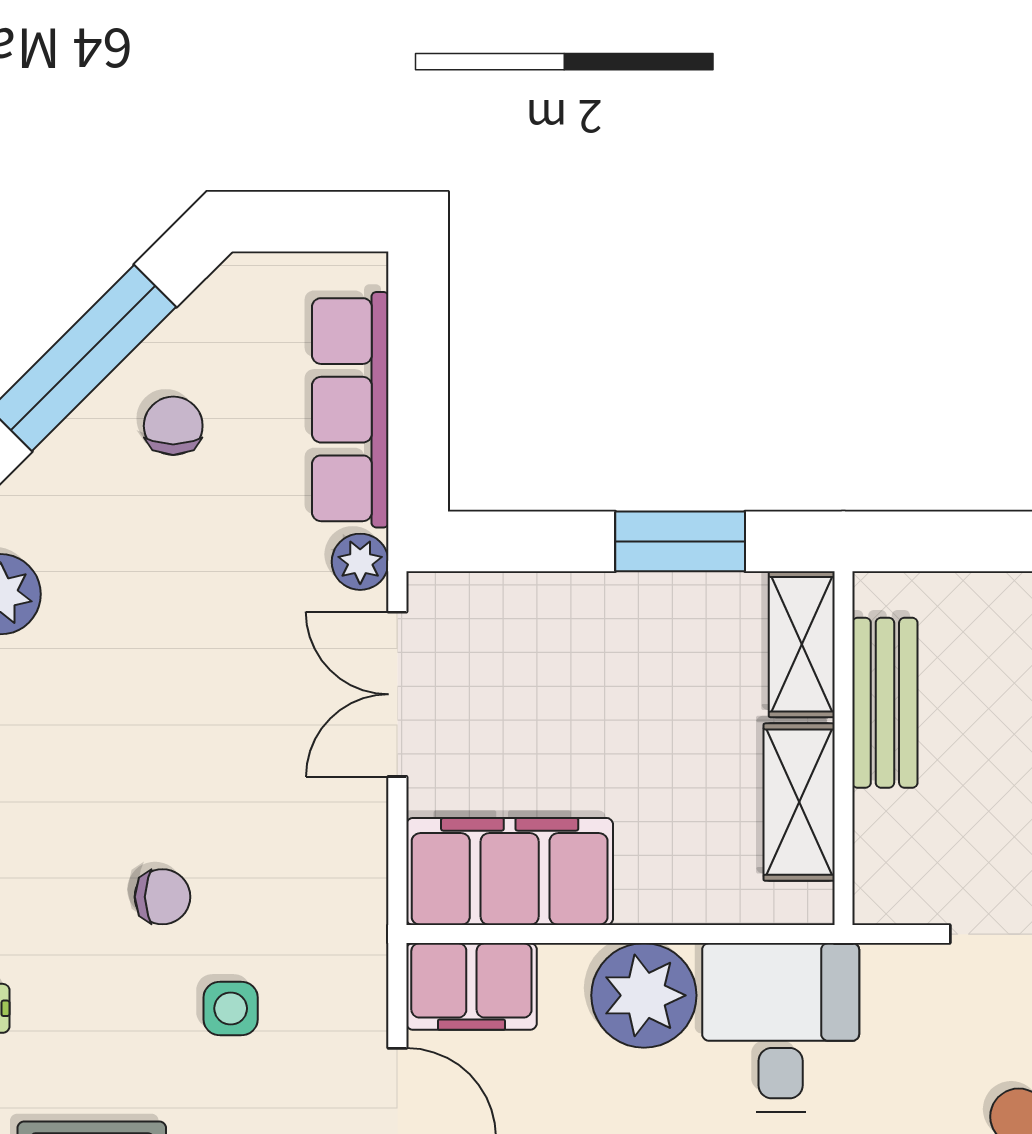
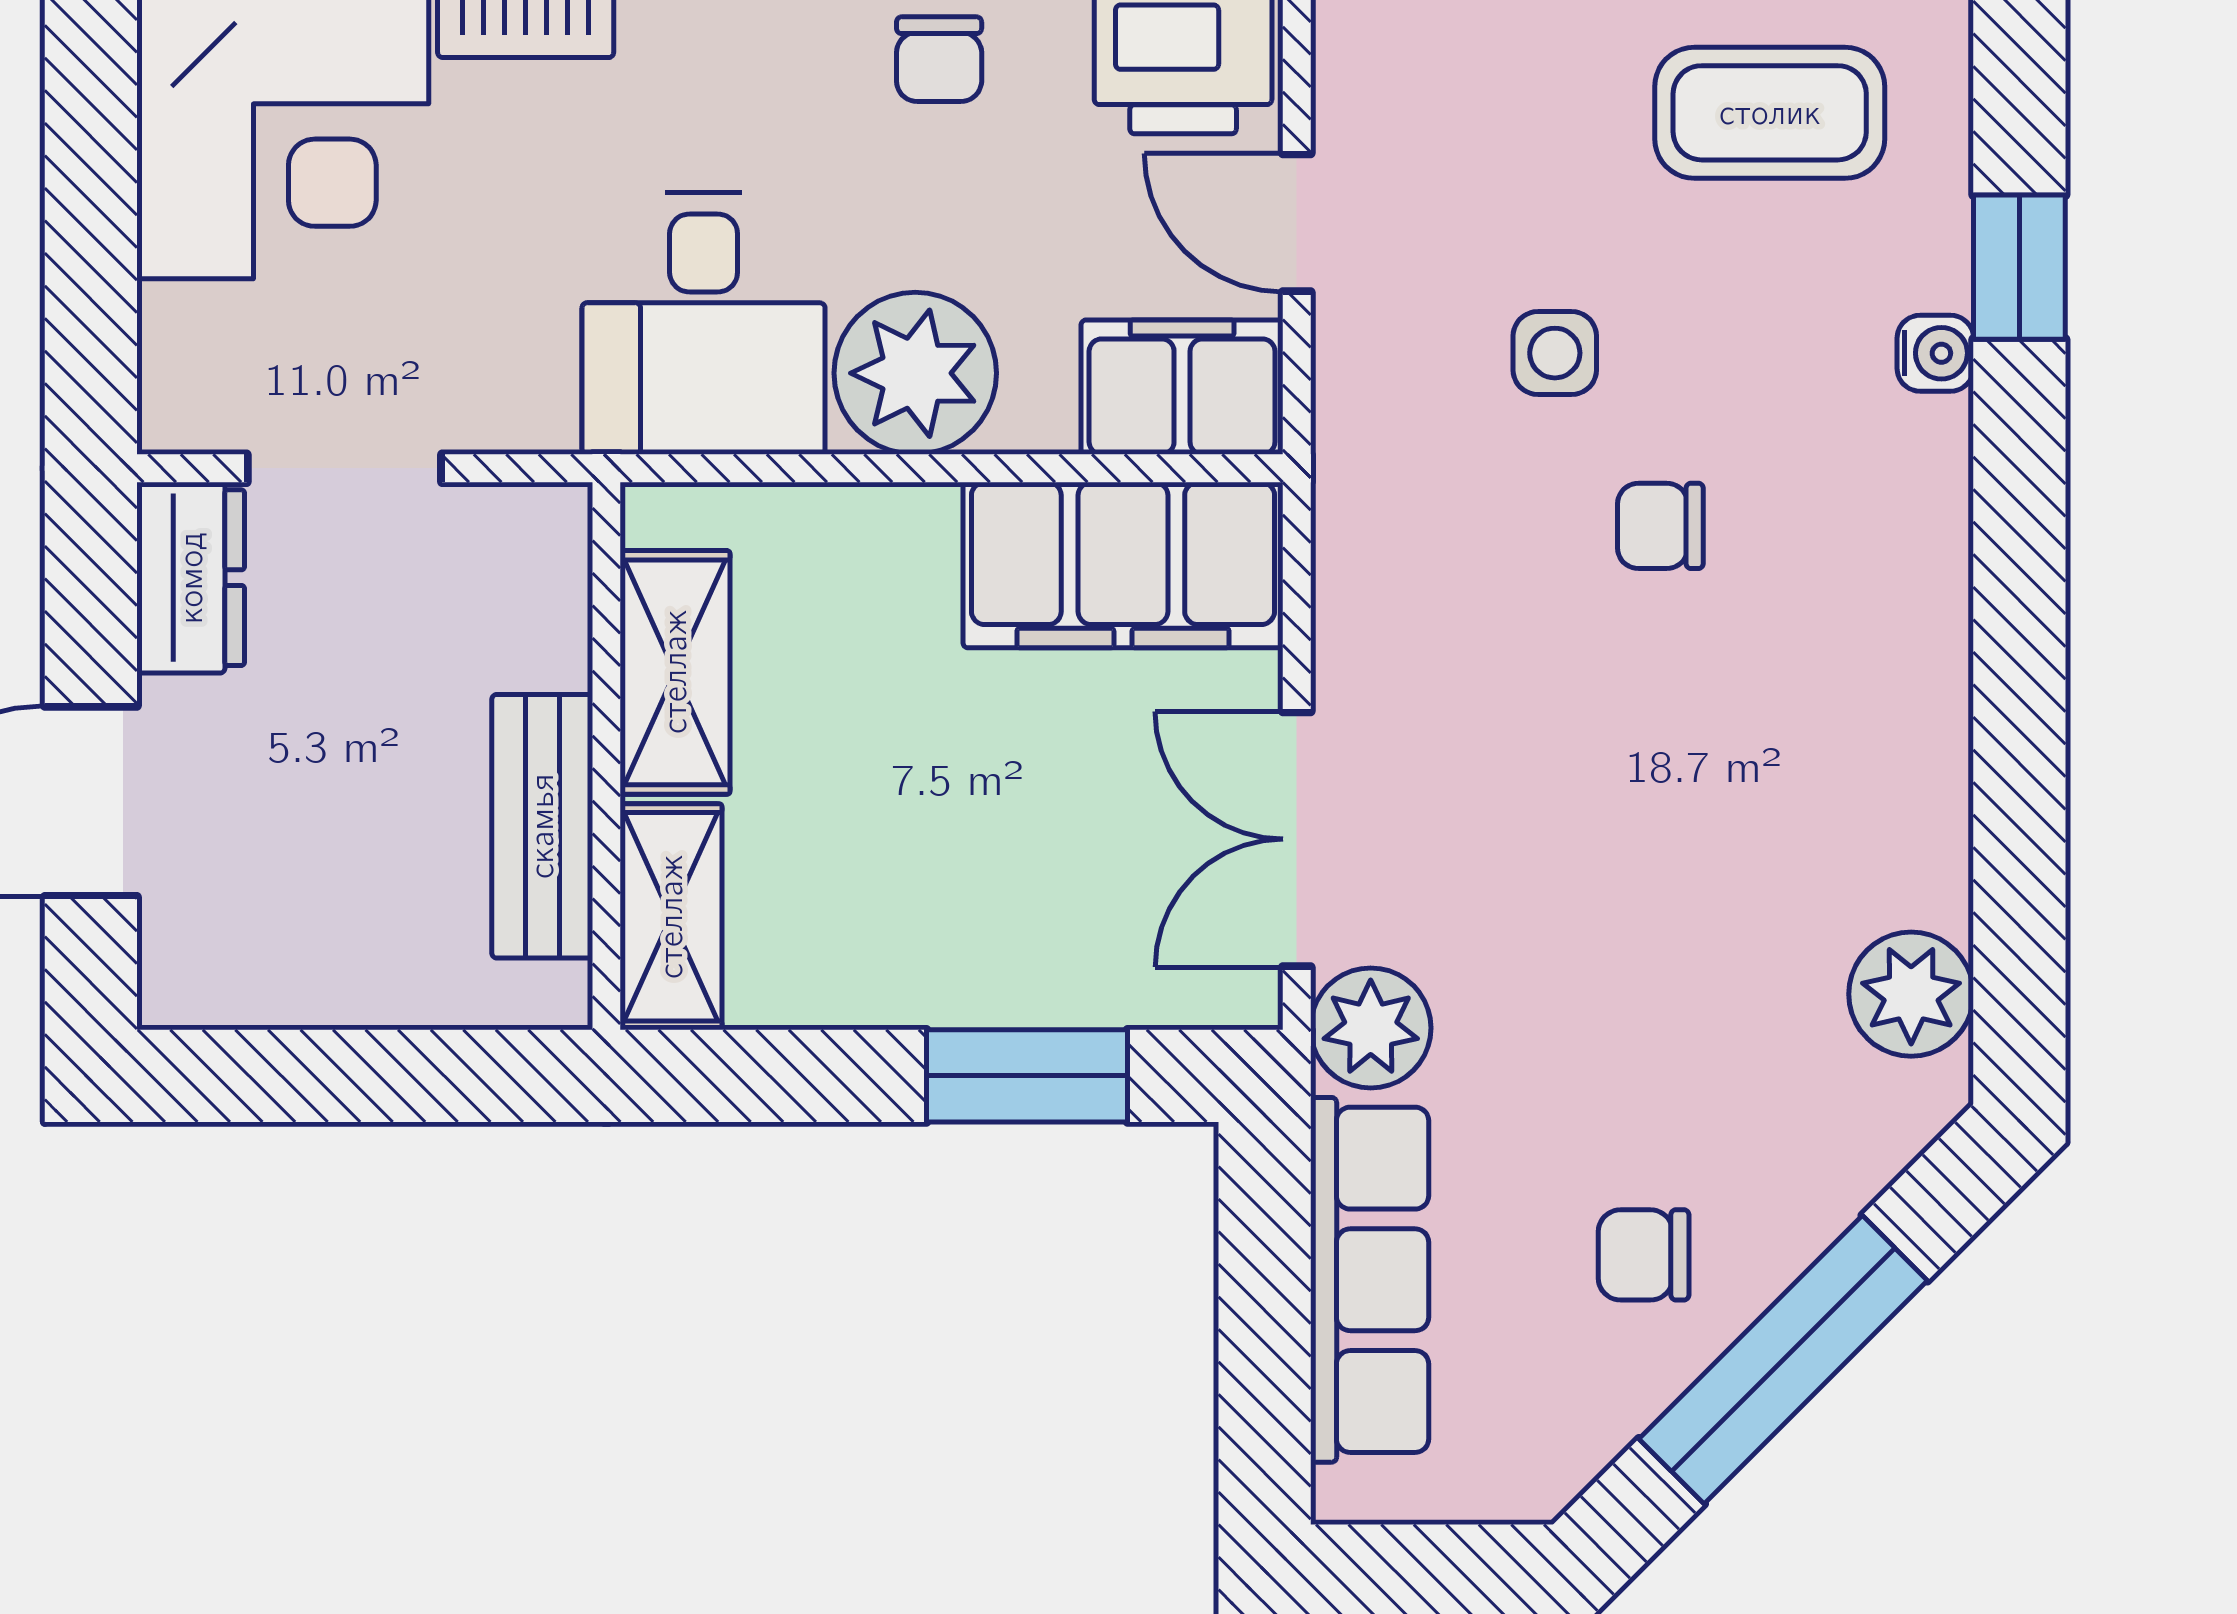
chair: (173, 426) -> (1644, 1255), turned 90
window: (680, 541) -> (1027, 1076), moved
plant: (360, 562) -> (1371, 1028), width x1.38, depth x1.38
double door: (397, 694) -> (1297, 839), swing flipped

